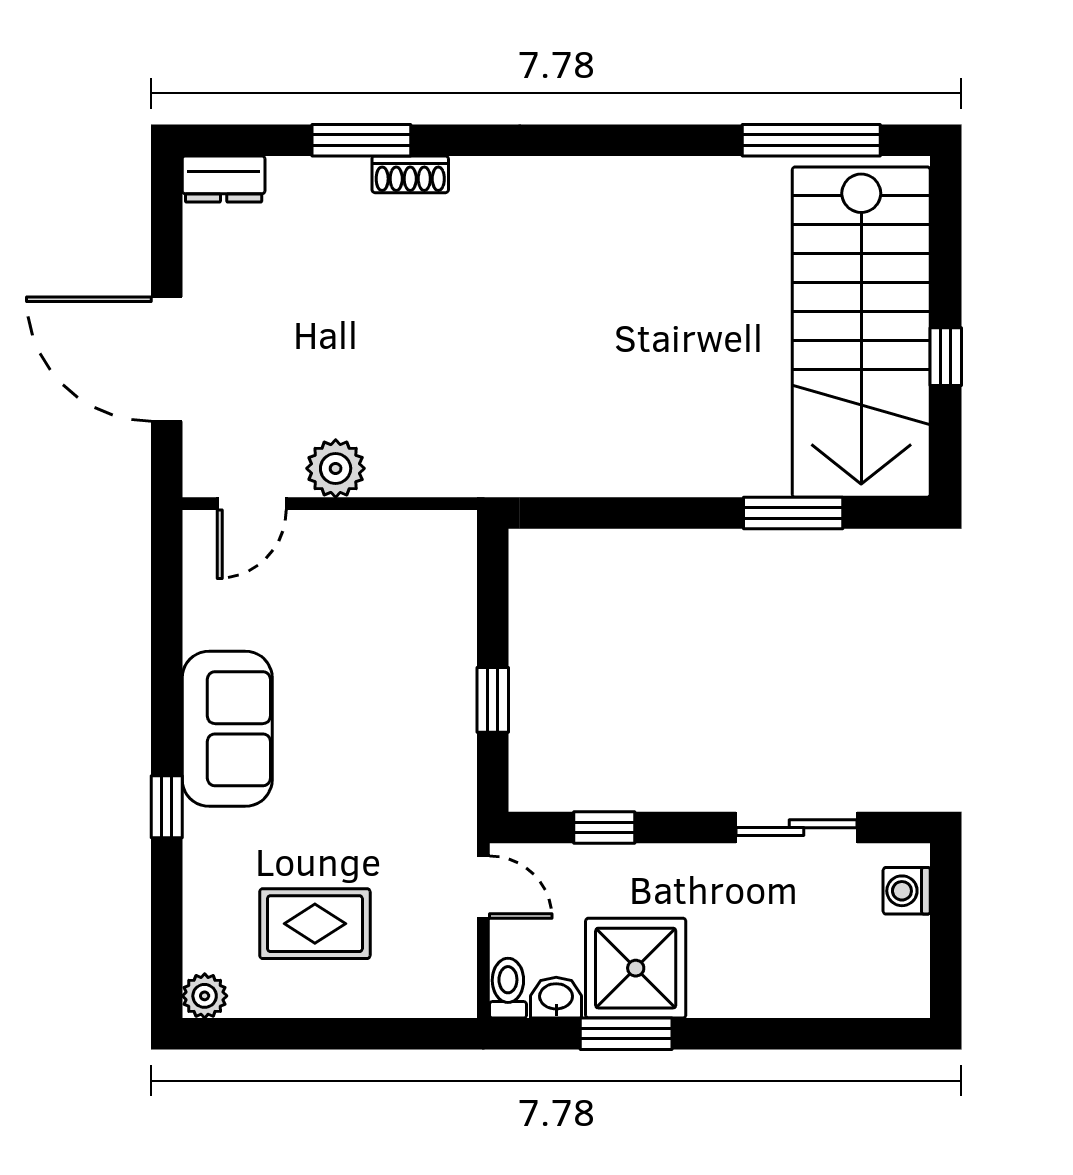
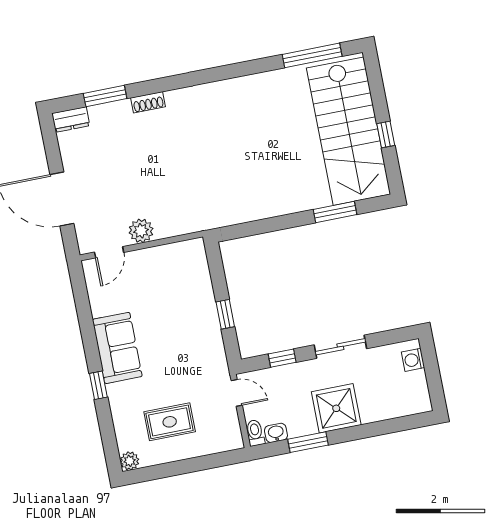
window: (361, 140) -> (105, 96), moved
sliding door: (797, 828) -> (340, 347), moved
shower: (636, 968) -> (336, 408), moved

